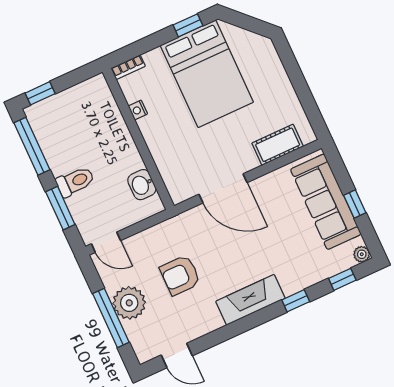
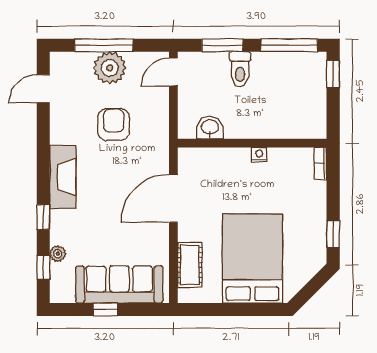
bed: (207, 74) -> (252, 258), moved, turned 90
nightstand: (138, 110) -> (259, 155), moved
plant: (362, 254) -> (58, 254), moved

